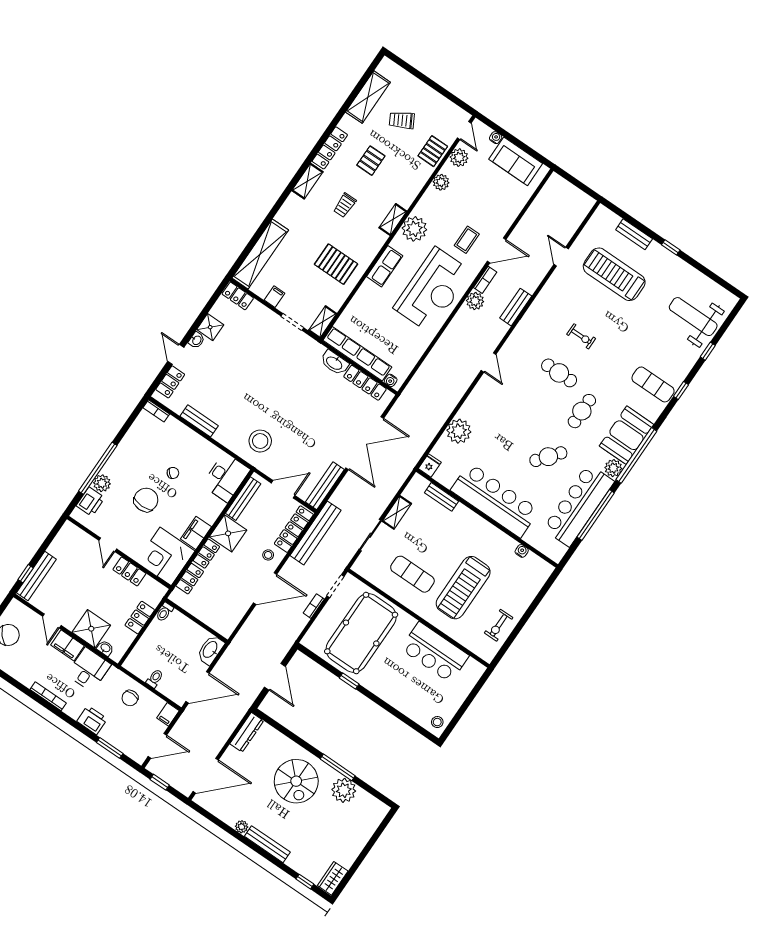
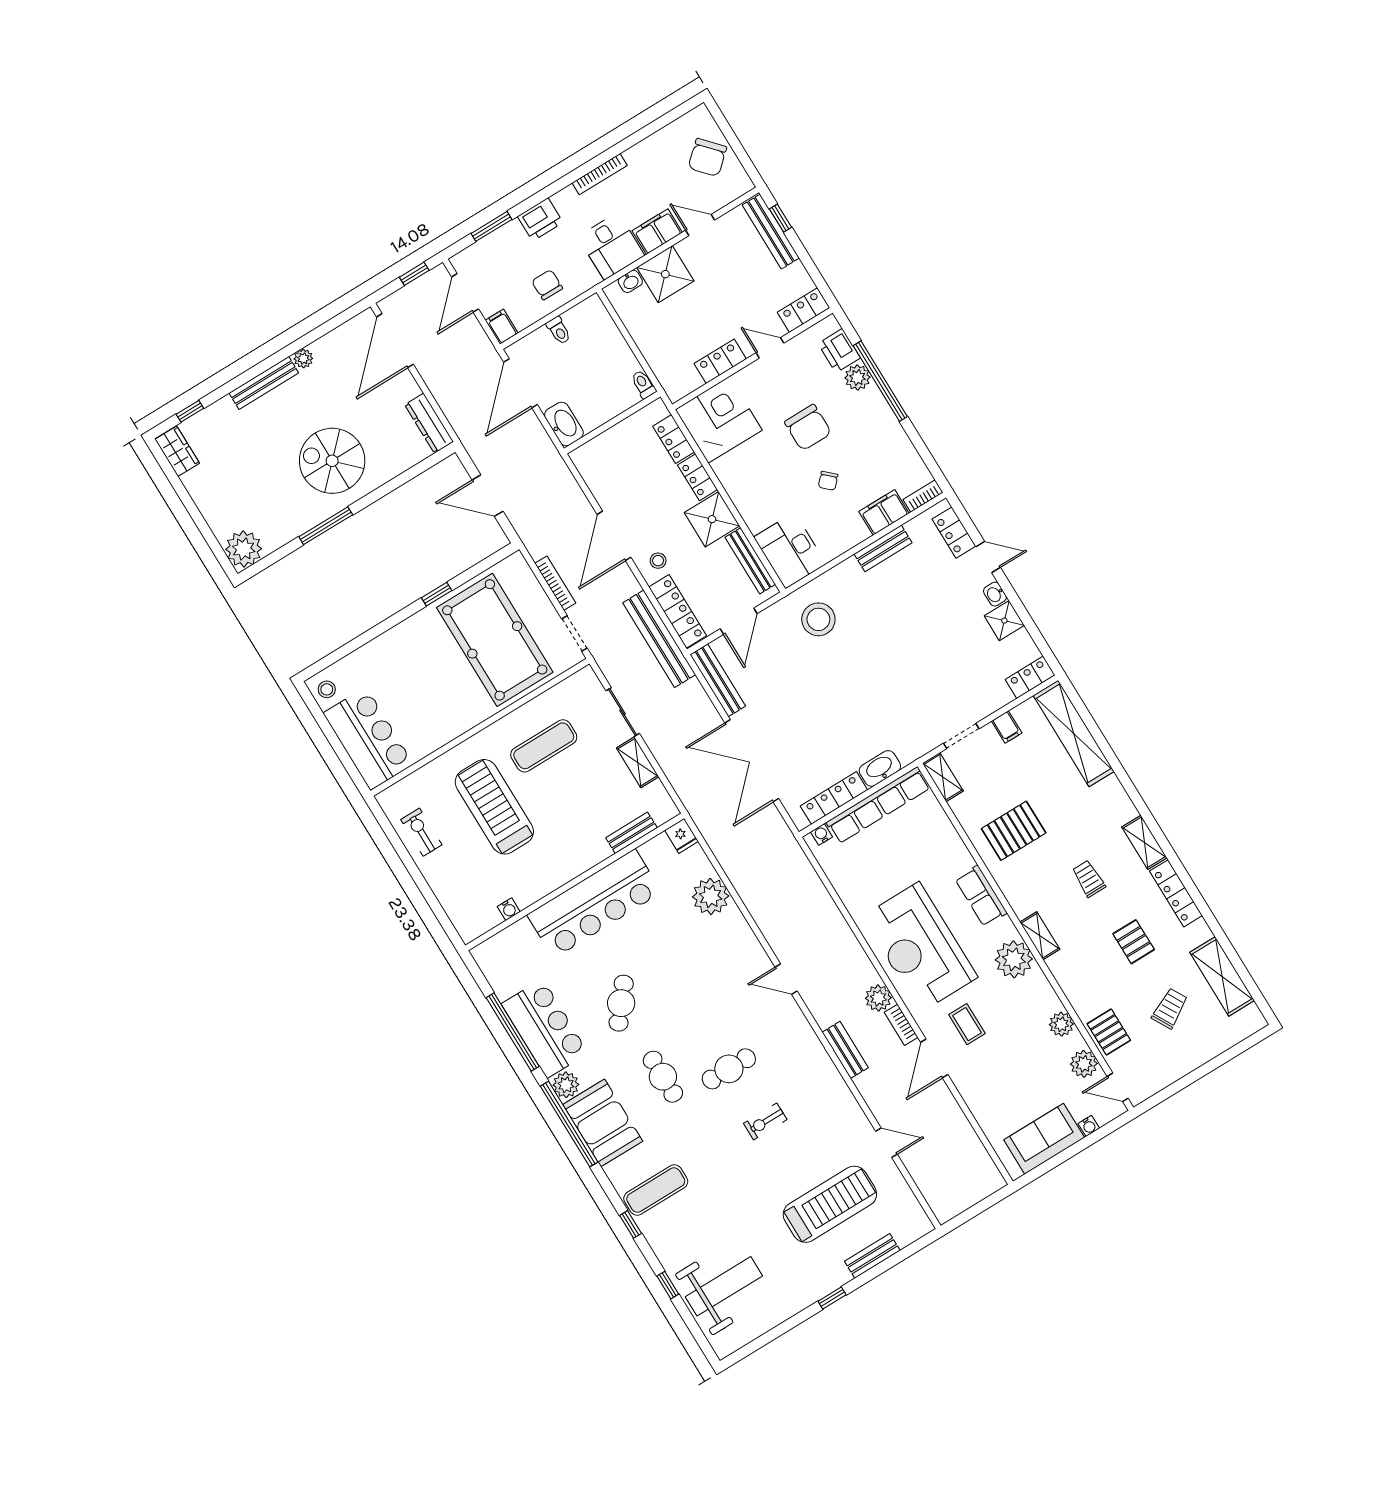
bar counter: (579, 505) -> (545, 1028), width x0.73
filing cabinet: (196, 533) -> (884, 512), moved, turned -90
bookcase: (314, 606) -> (555, 583), width x1.56
locker: (140, 618) -> (804, 310), moved, turned -90
bar counter: (435, 652) -> (368, 739), moved, turned 90
plant: (344, 790) -> (244, 549), moved

